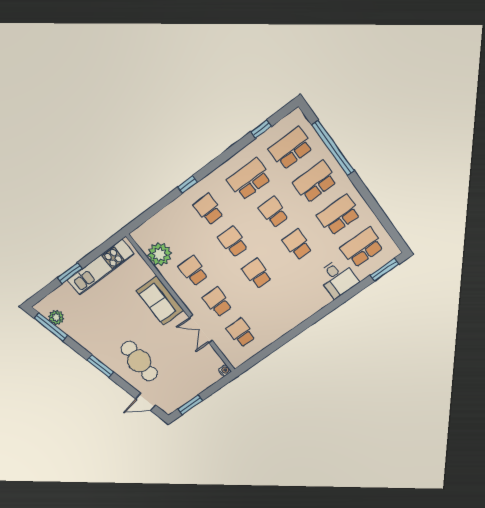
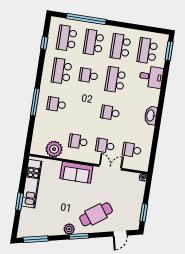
window: (188, 184) -> (35, 102), width x2.17
school desk: (233, 242) -> (83, 108), removed
school desk: (297, 245) -> (115, 80), width x1.85
plant: (56, 317) -> (69, 229), moved
washbasin: (296, 317) -> (151, 116), added
double door: (201, 329) -> (110, 167), swing flipped
cafe table: (139, 361) -> (96, 214), turned -36

